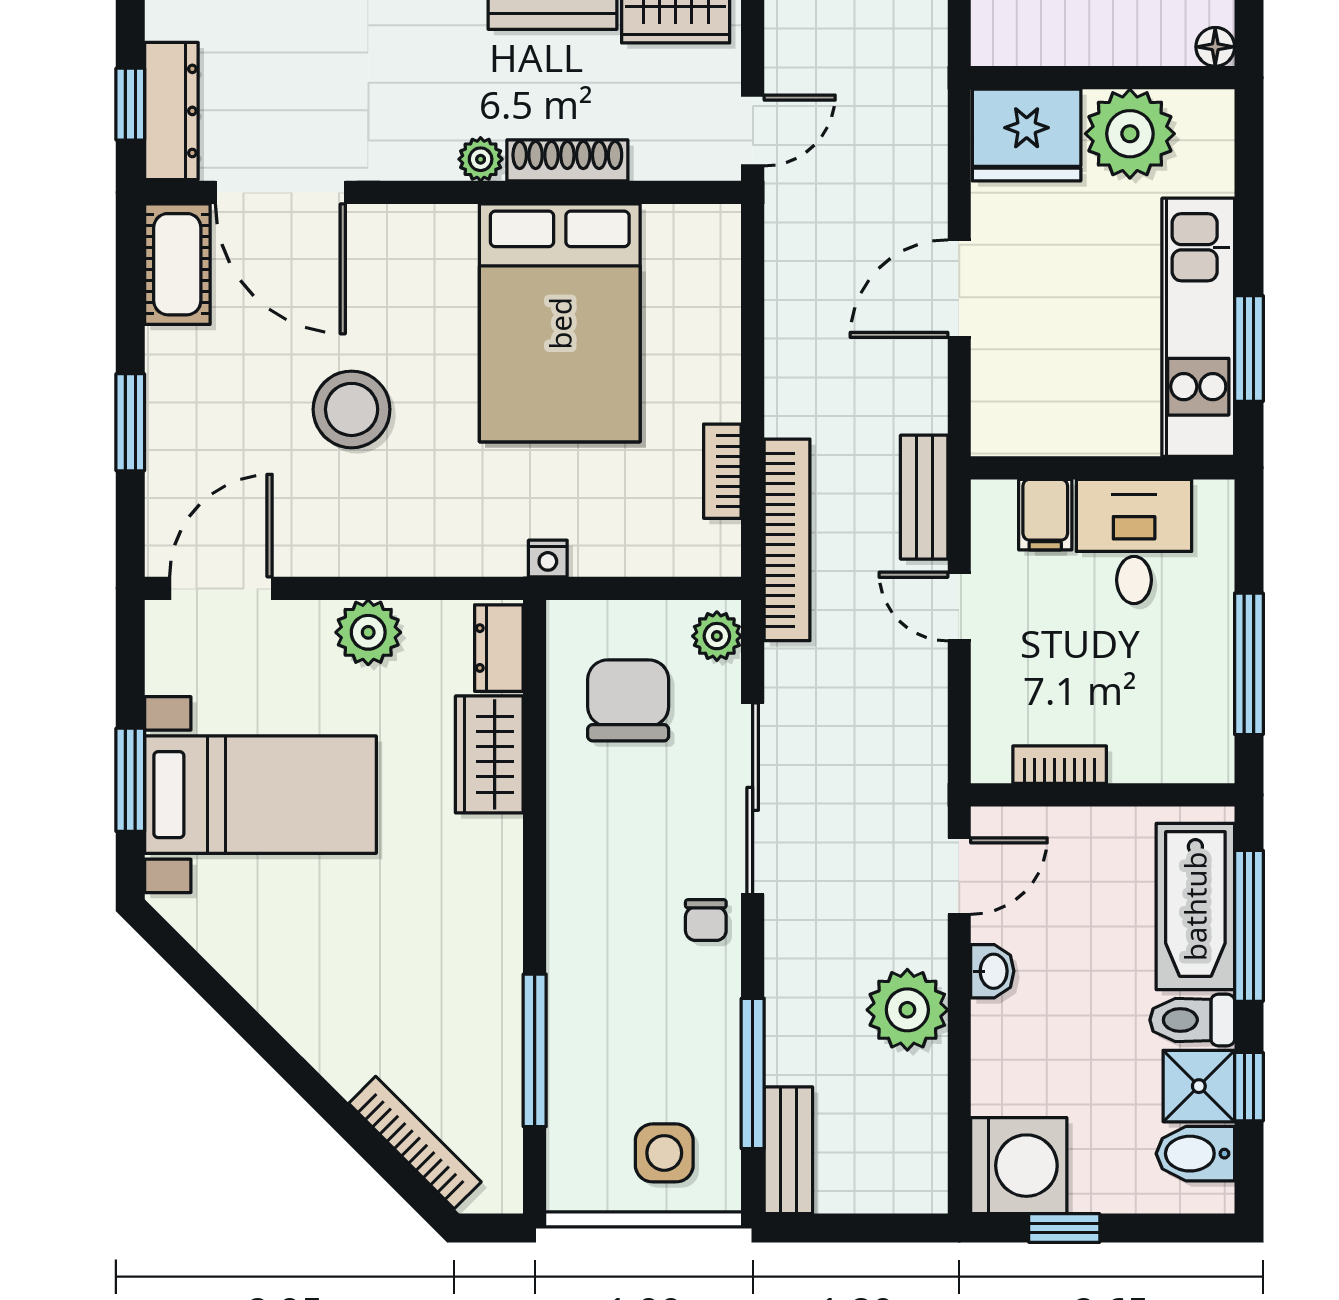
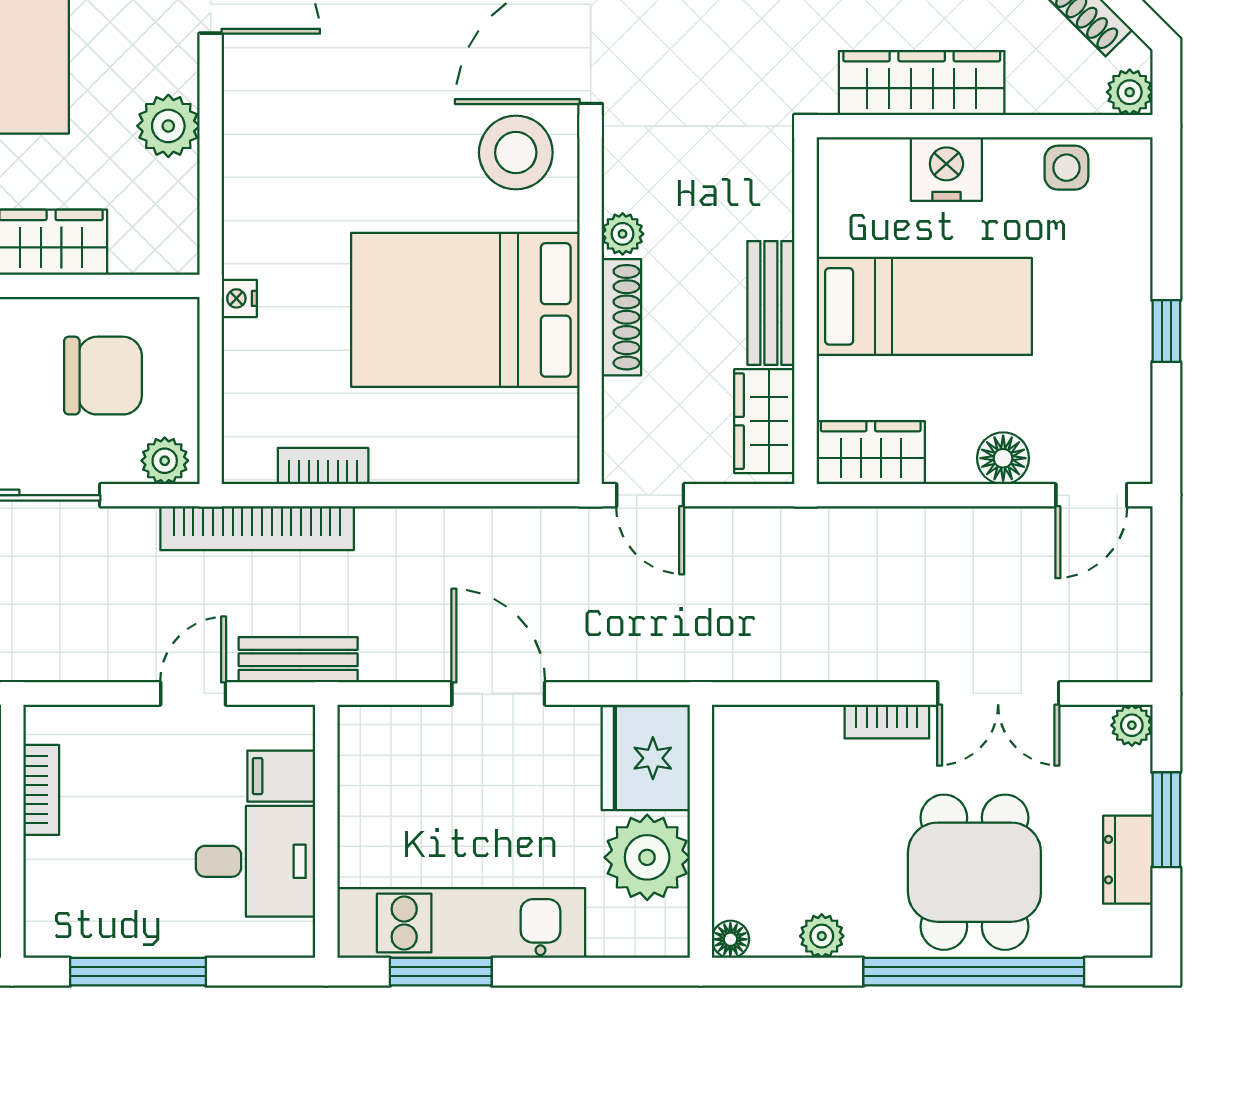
stool: (352, 409) -> (516, 152), moved
dresser: (499, 648) -> (153, 251), removed

